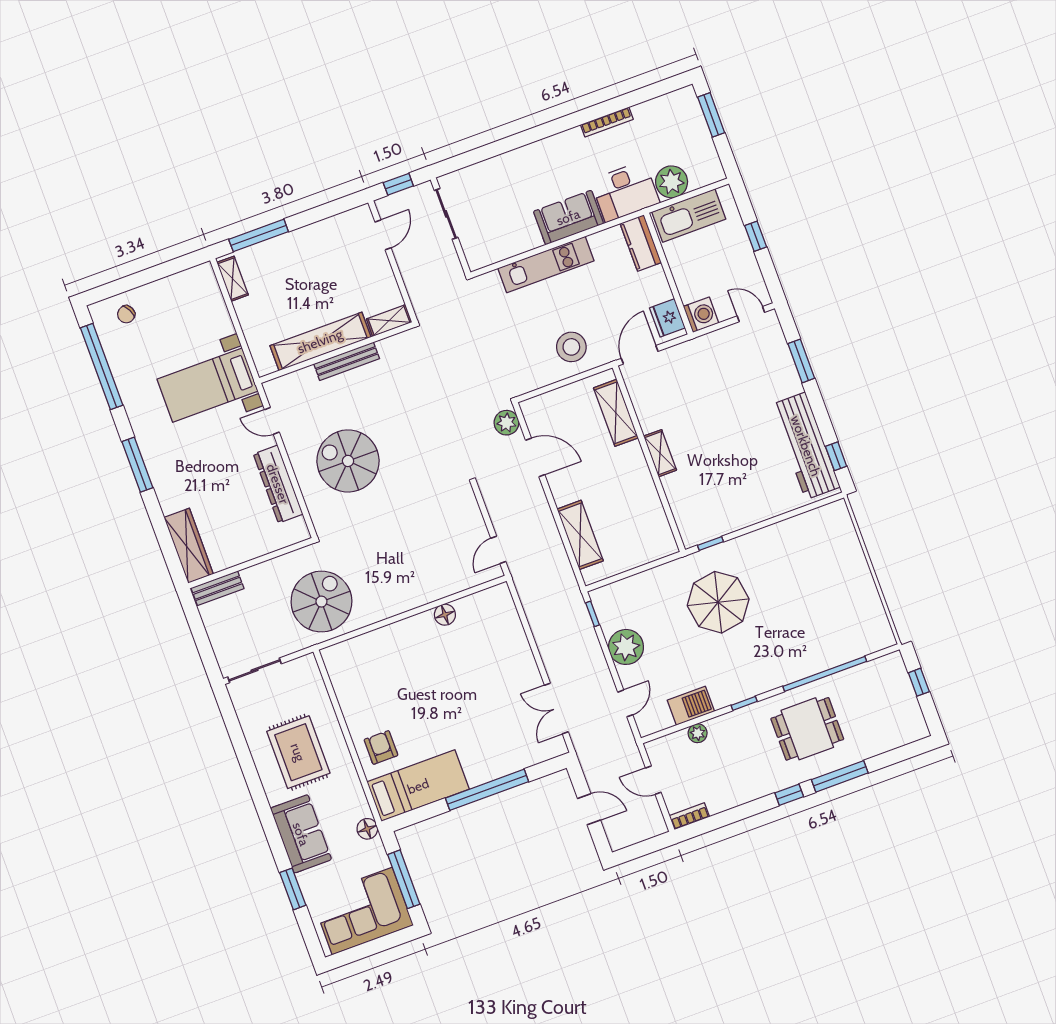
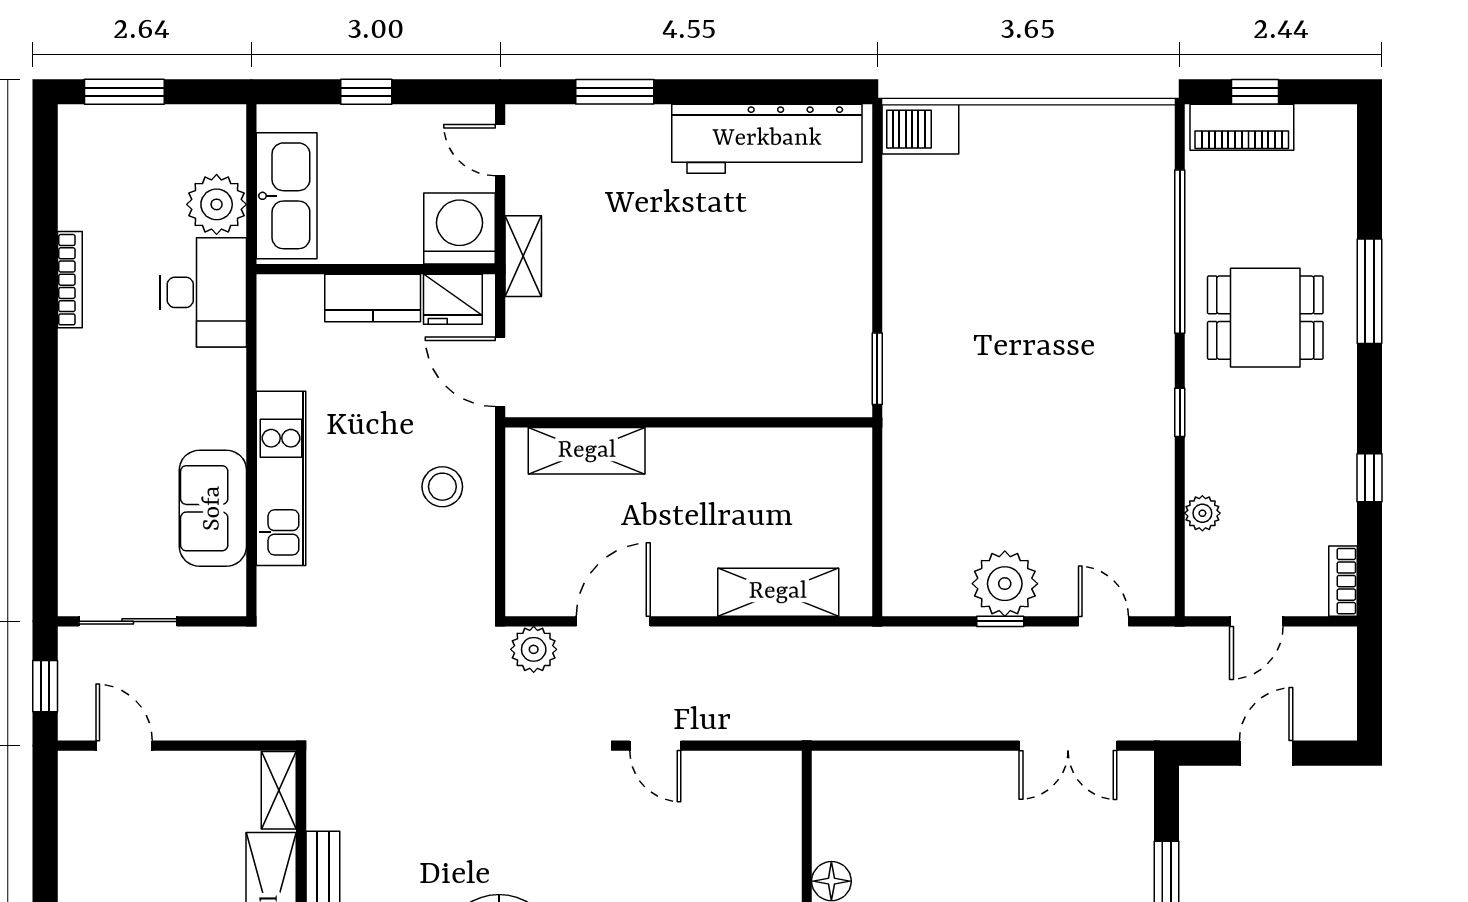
sofa: (568, 217) -> (213, 508), moved
kitchen counter: (641, 243) -> (373, 298), moved
door: (751, 314) -> (500, 150), hinge flipped
washing machine: (701, 315) -> (459, 228), width x1.37, depth x1.37
stool: (571, 347) -> (442, 487), width x0.73, depth x0.73
shelving: (660, 453) -> (523, 256), moved, turned 90
window: (836, 456) -> (805, 92), removed
window: (710, 544) -> (877, 369), width x1.50
door: (498, 550) -> (655, 746), moved
parasol: (718, 602) -> (985, 393), removed
window: (592, 614) -> (1000, 621), moved
piano: (899, 682) -> (1242, 127), added
barbecue: (691, 706) -> (920, 129), moved, turned -90
dining table: (807, 729) -> (1265, 318), turned 90
window: (789, 795) -> (1370, 478), moved

